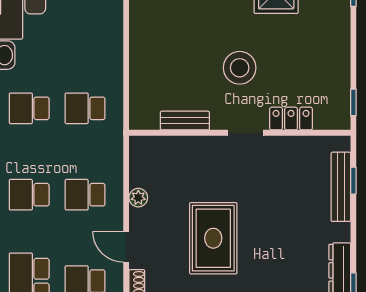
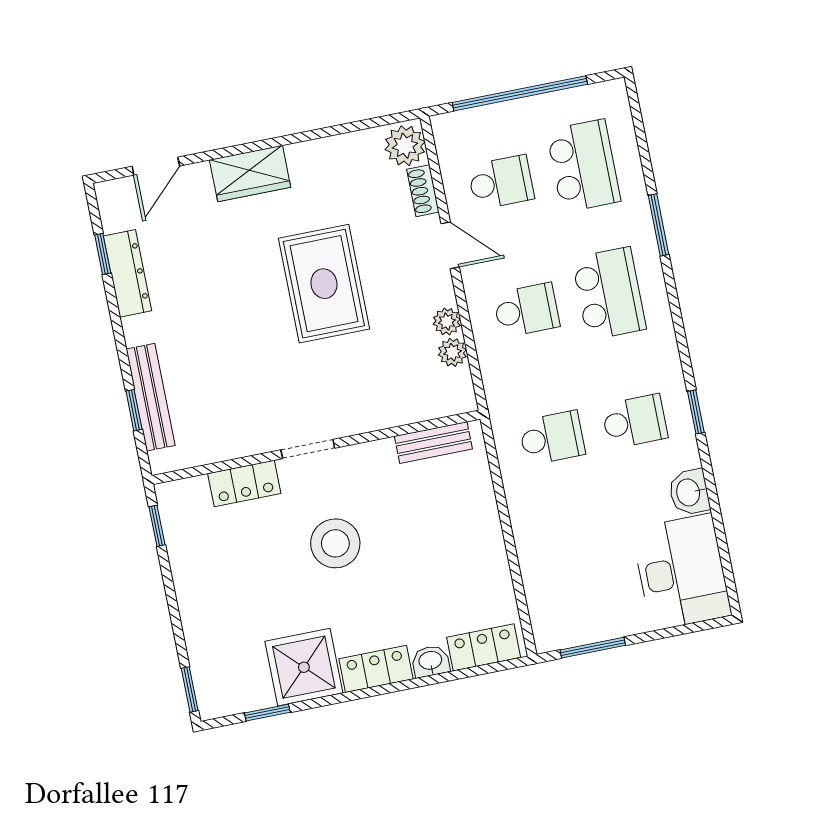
bench: (185, 121) -> (433, 443), moved
plant: (139, 177) -> (452, 352), added
school desk: (29, 195) -> (609, 294), width x1.85

